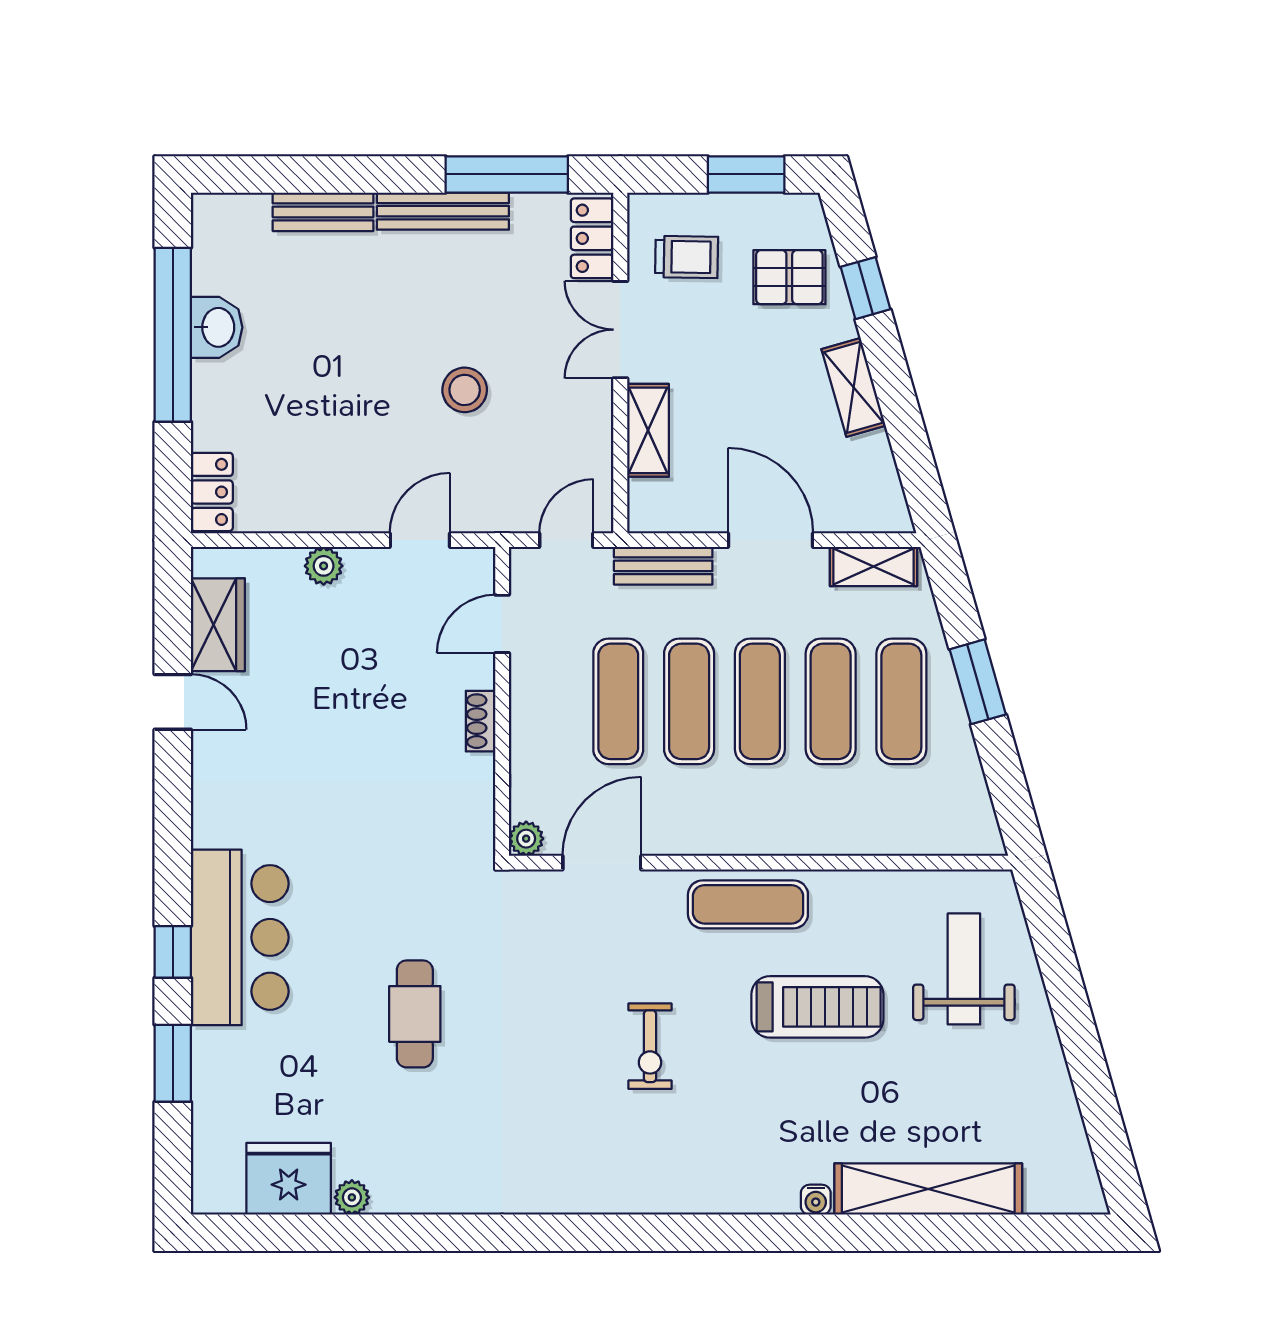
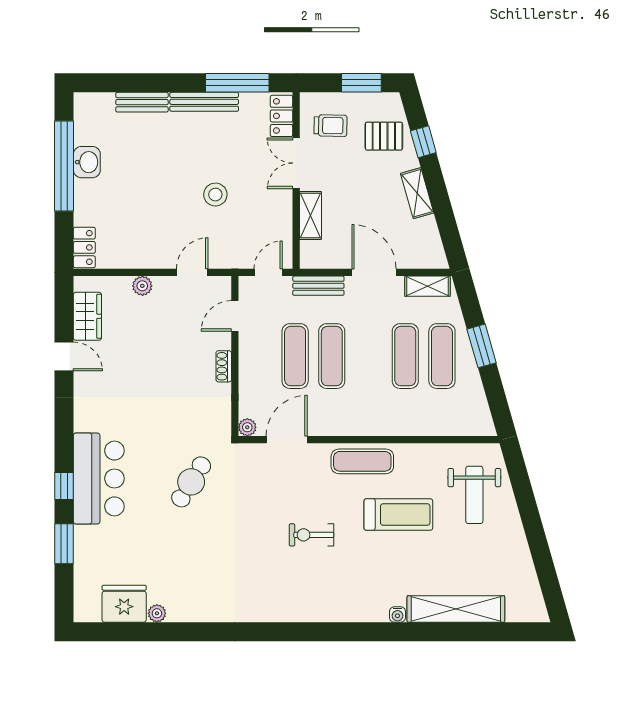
exercise mat: (760, 701) -> (369, 356), removed
weight bench: (964, 969) -> (474, 495), turned 180
cafe table: (415, 1014) -> (191, 482), moved, turned 32
exercise bike: (650, 1046) -> (312, 535), turned 90

